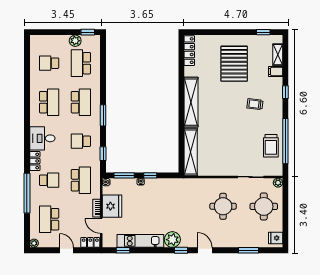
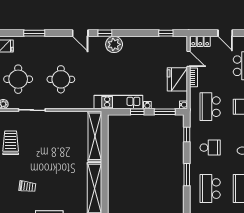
kitchen unit: (140, 241) -> (118, 102), moved, turned 180

